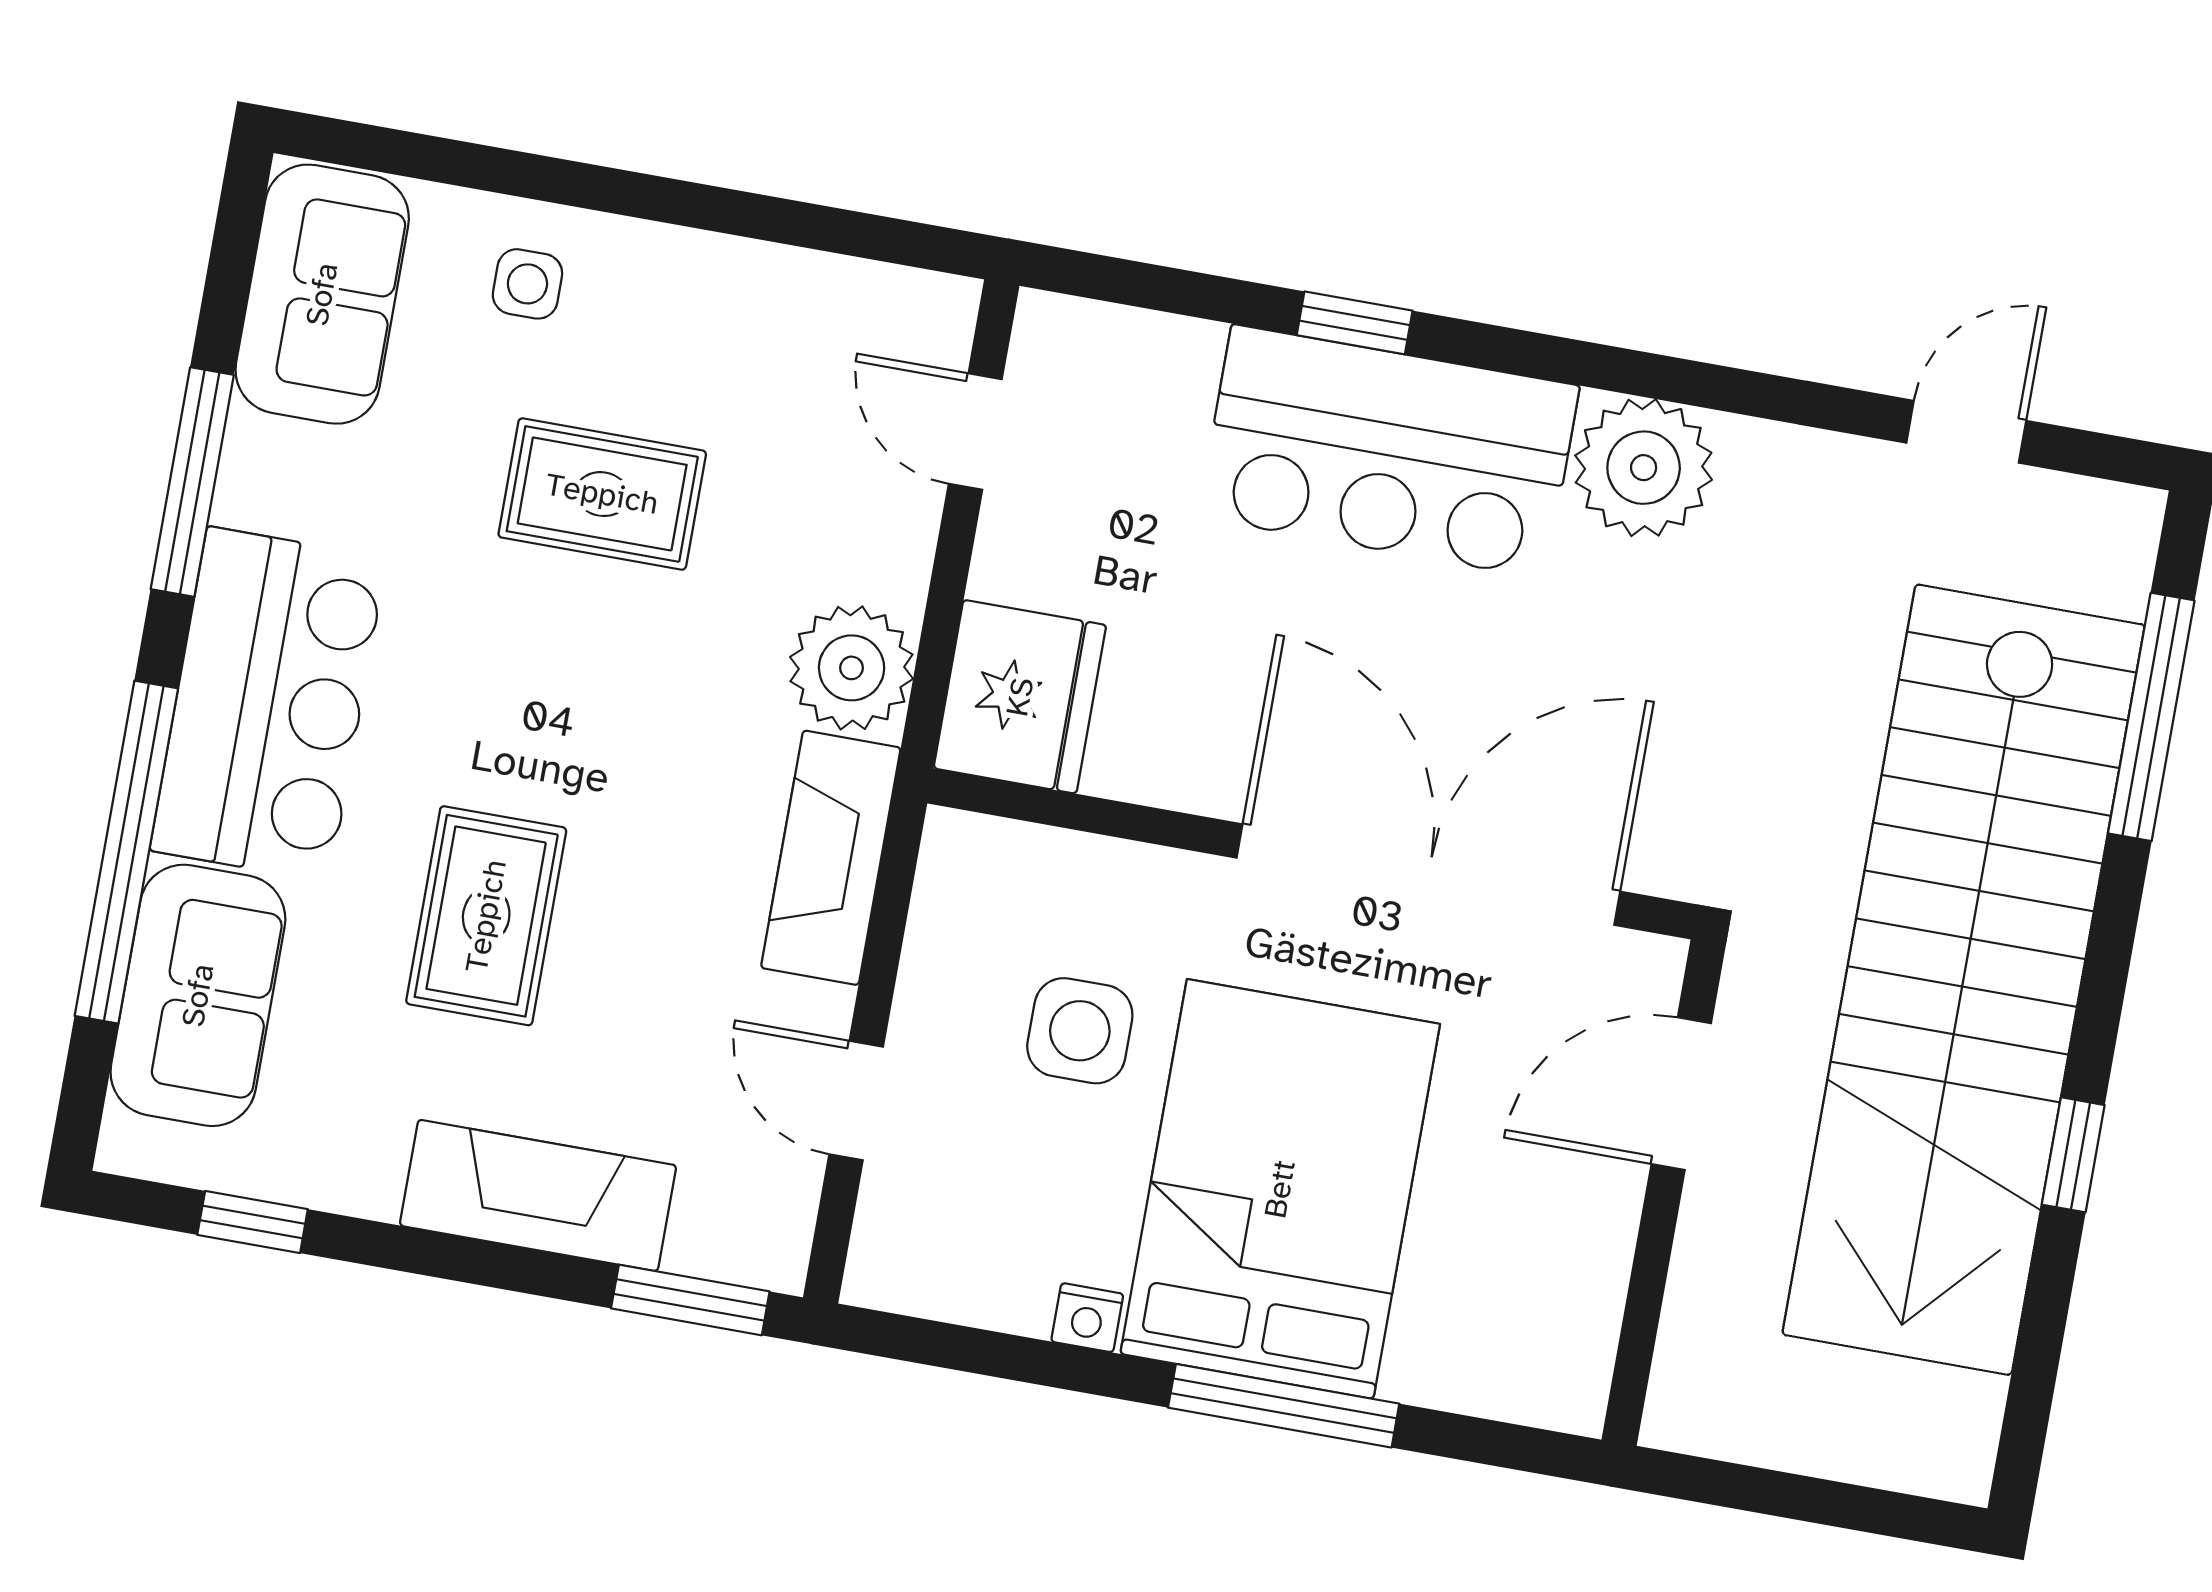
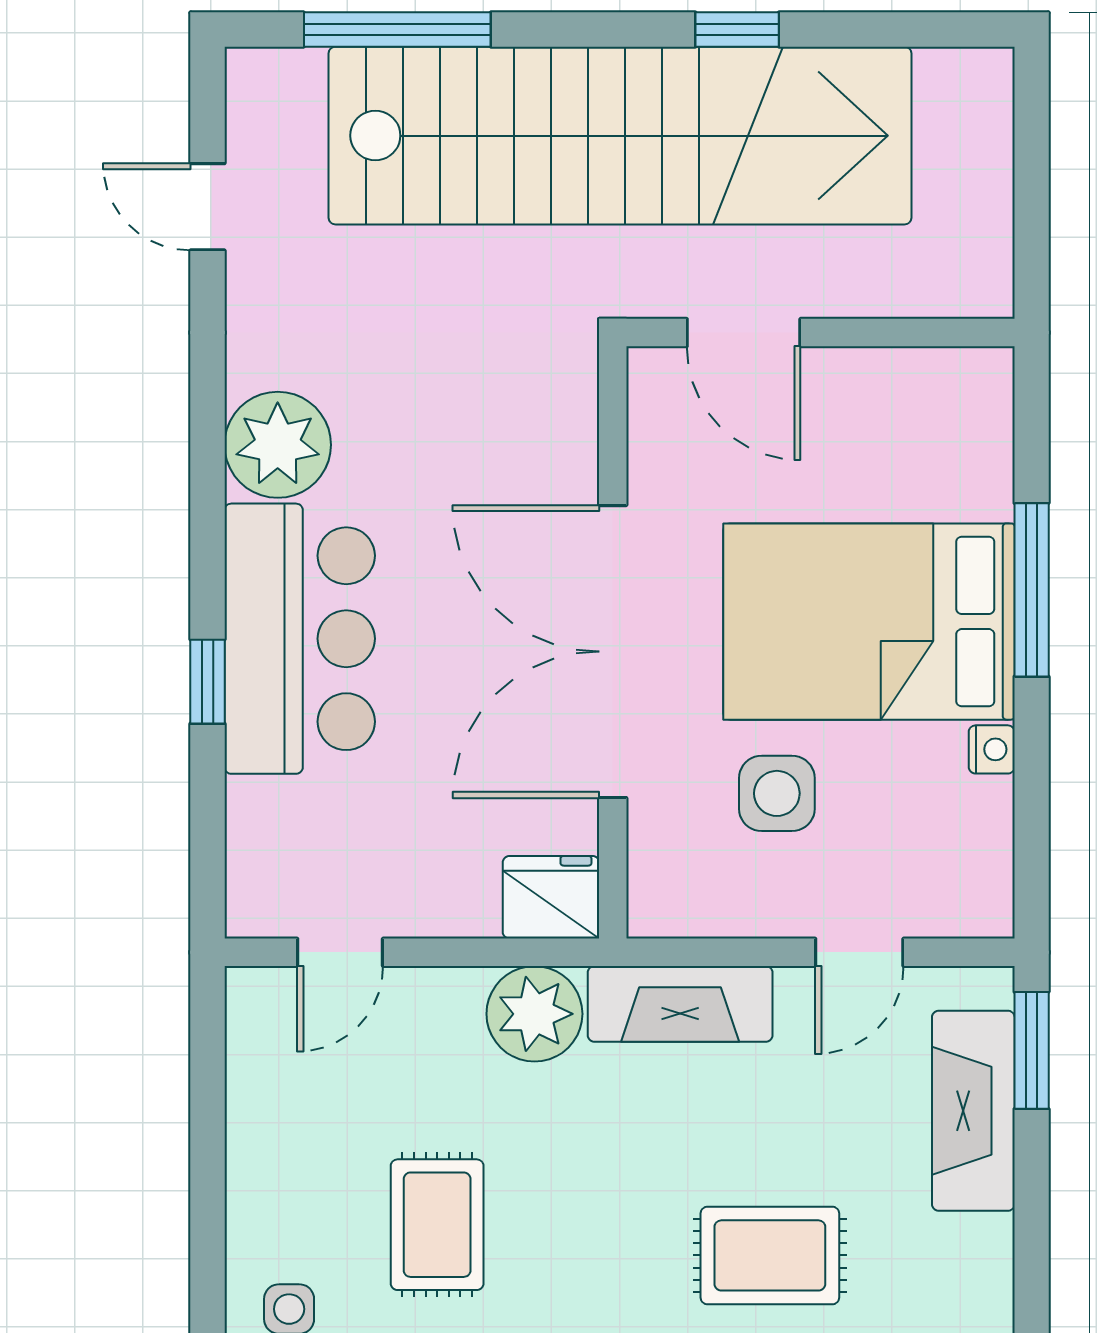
fridge: (1020, 697) -> (551, 897), width x0.73, depth x0.75
double door: (1428, 875) -> (613, 652), moved
fireplace: (538, 1195) -> (973, 1111), moved

